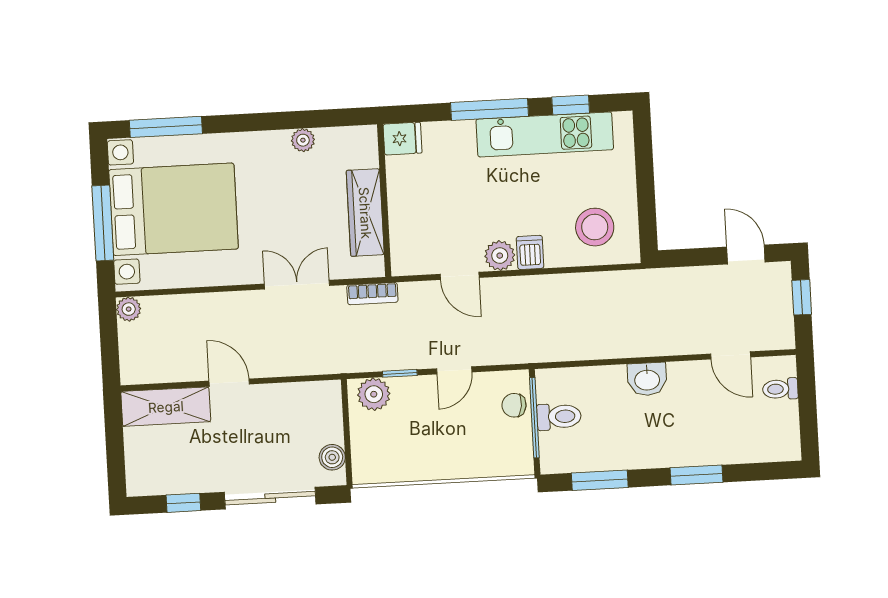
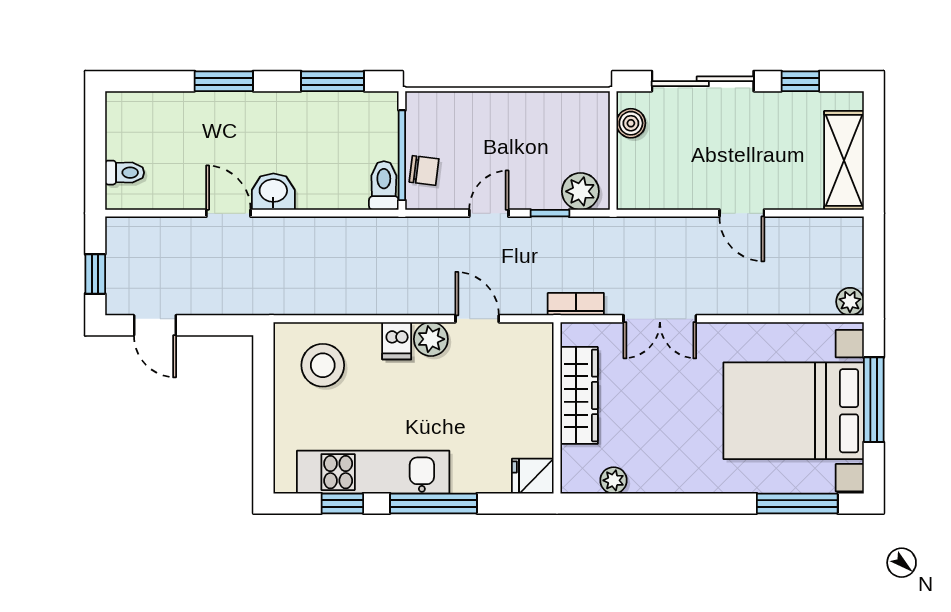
plant: (303, 140) -> (614, 480), moved
door: (731, 355) -> (228, 213), moved
shelving: (166, 407) -> (844, 160), moved, turned 90
toilet: (559, 417) -> (384, 185), moved, turned 90

